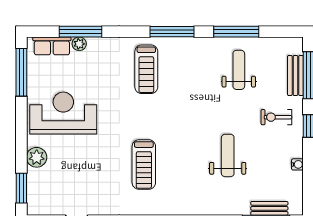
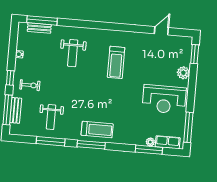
treadmill: (146, 69) -> (97, 130), moved, turned 90
weight bench: (228, 155) -> (73, 53), moved
treadmill: (144, 164) -> (116, 62), turned 180

